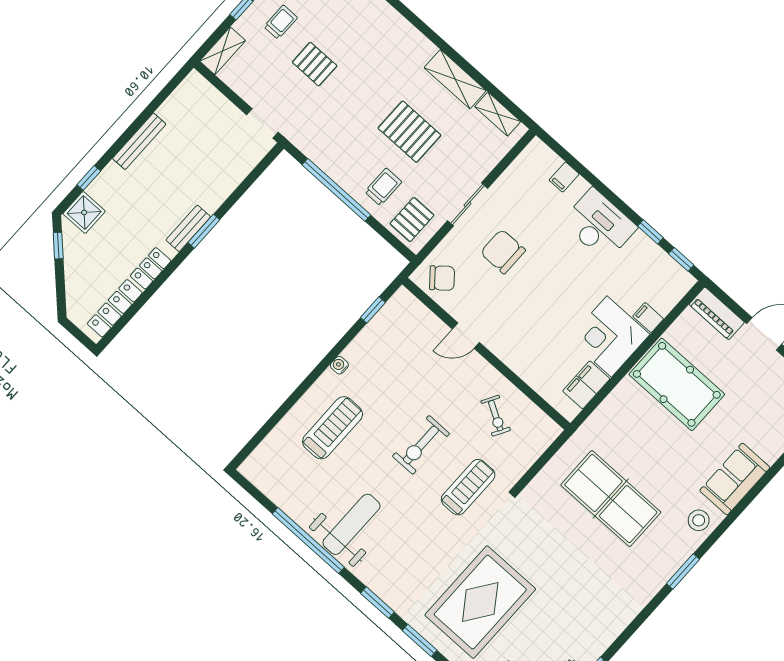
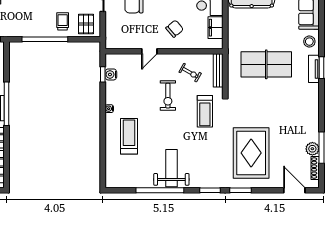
window: (204, 231) -> (7, 104), width x2.11
chair: (442, 278) -> (175, 29), moved
water cooler: (384, 320) -> (111, 74), added
exercise bike: (421, 445) -> (168, 96), moved
bench: (537, 447) -> (218, 70), added
treadmill: (468, 487) -> (205, 111), turned 180
tv unit: (671, 564) -> (314, 69), added

